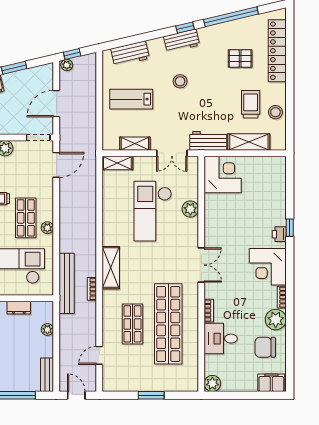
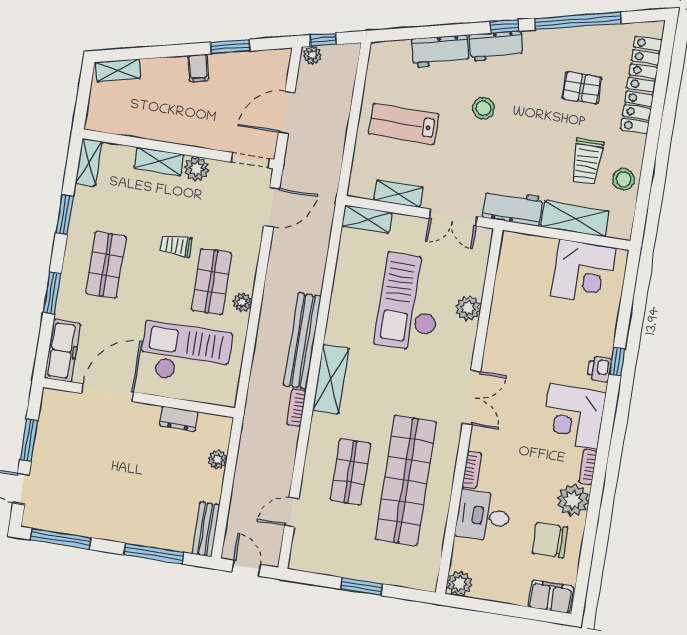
workbench: (130, 54) -> (440, 51), moved
trolley: (251, 104) -> (587, 161), turned 180
corner desk: (223, 175) -> (583, 272), moved, turned 90
bench: (67, 283) -> (302, 341), moved

